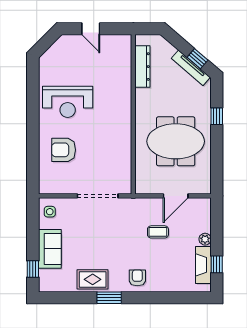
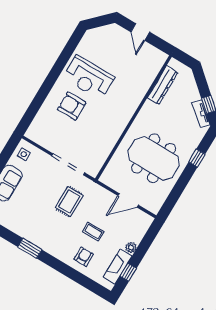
tv unit: (191, 68) -> (201, 114), width x0.71
armchair: (64, 150) -> (72, 106), moved
coffee table: (158, 232) -> (93, 232), moved
armchair: (137, 278) -> (84, 257), moved
rug: (93, 279) -> (69, 201), moved, turned 90

